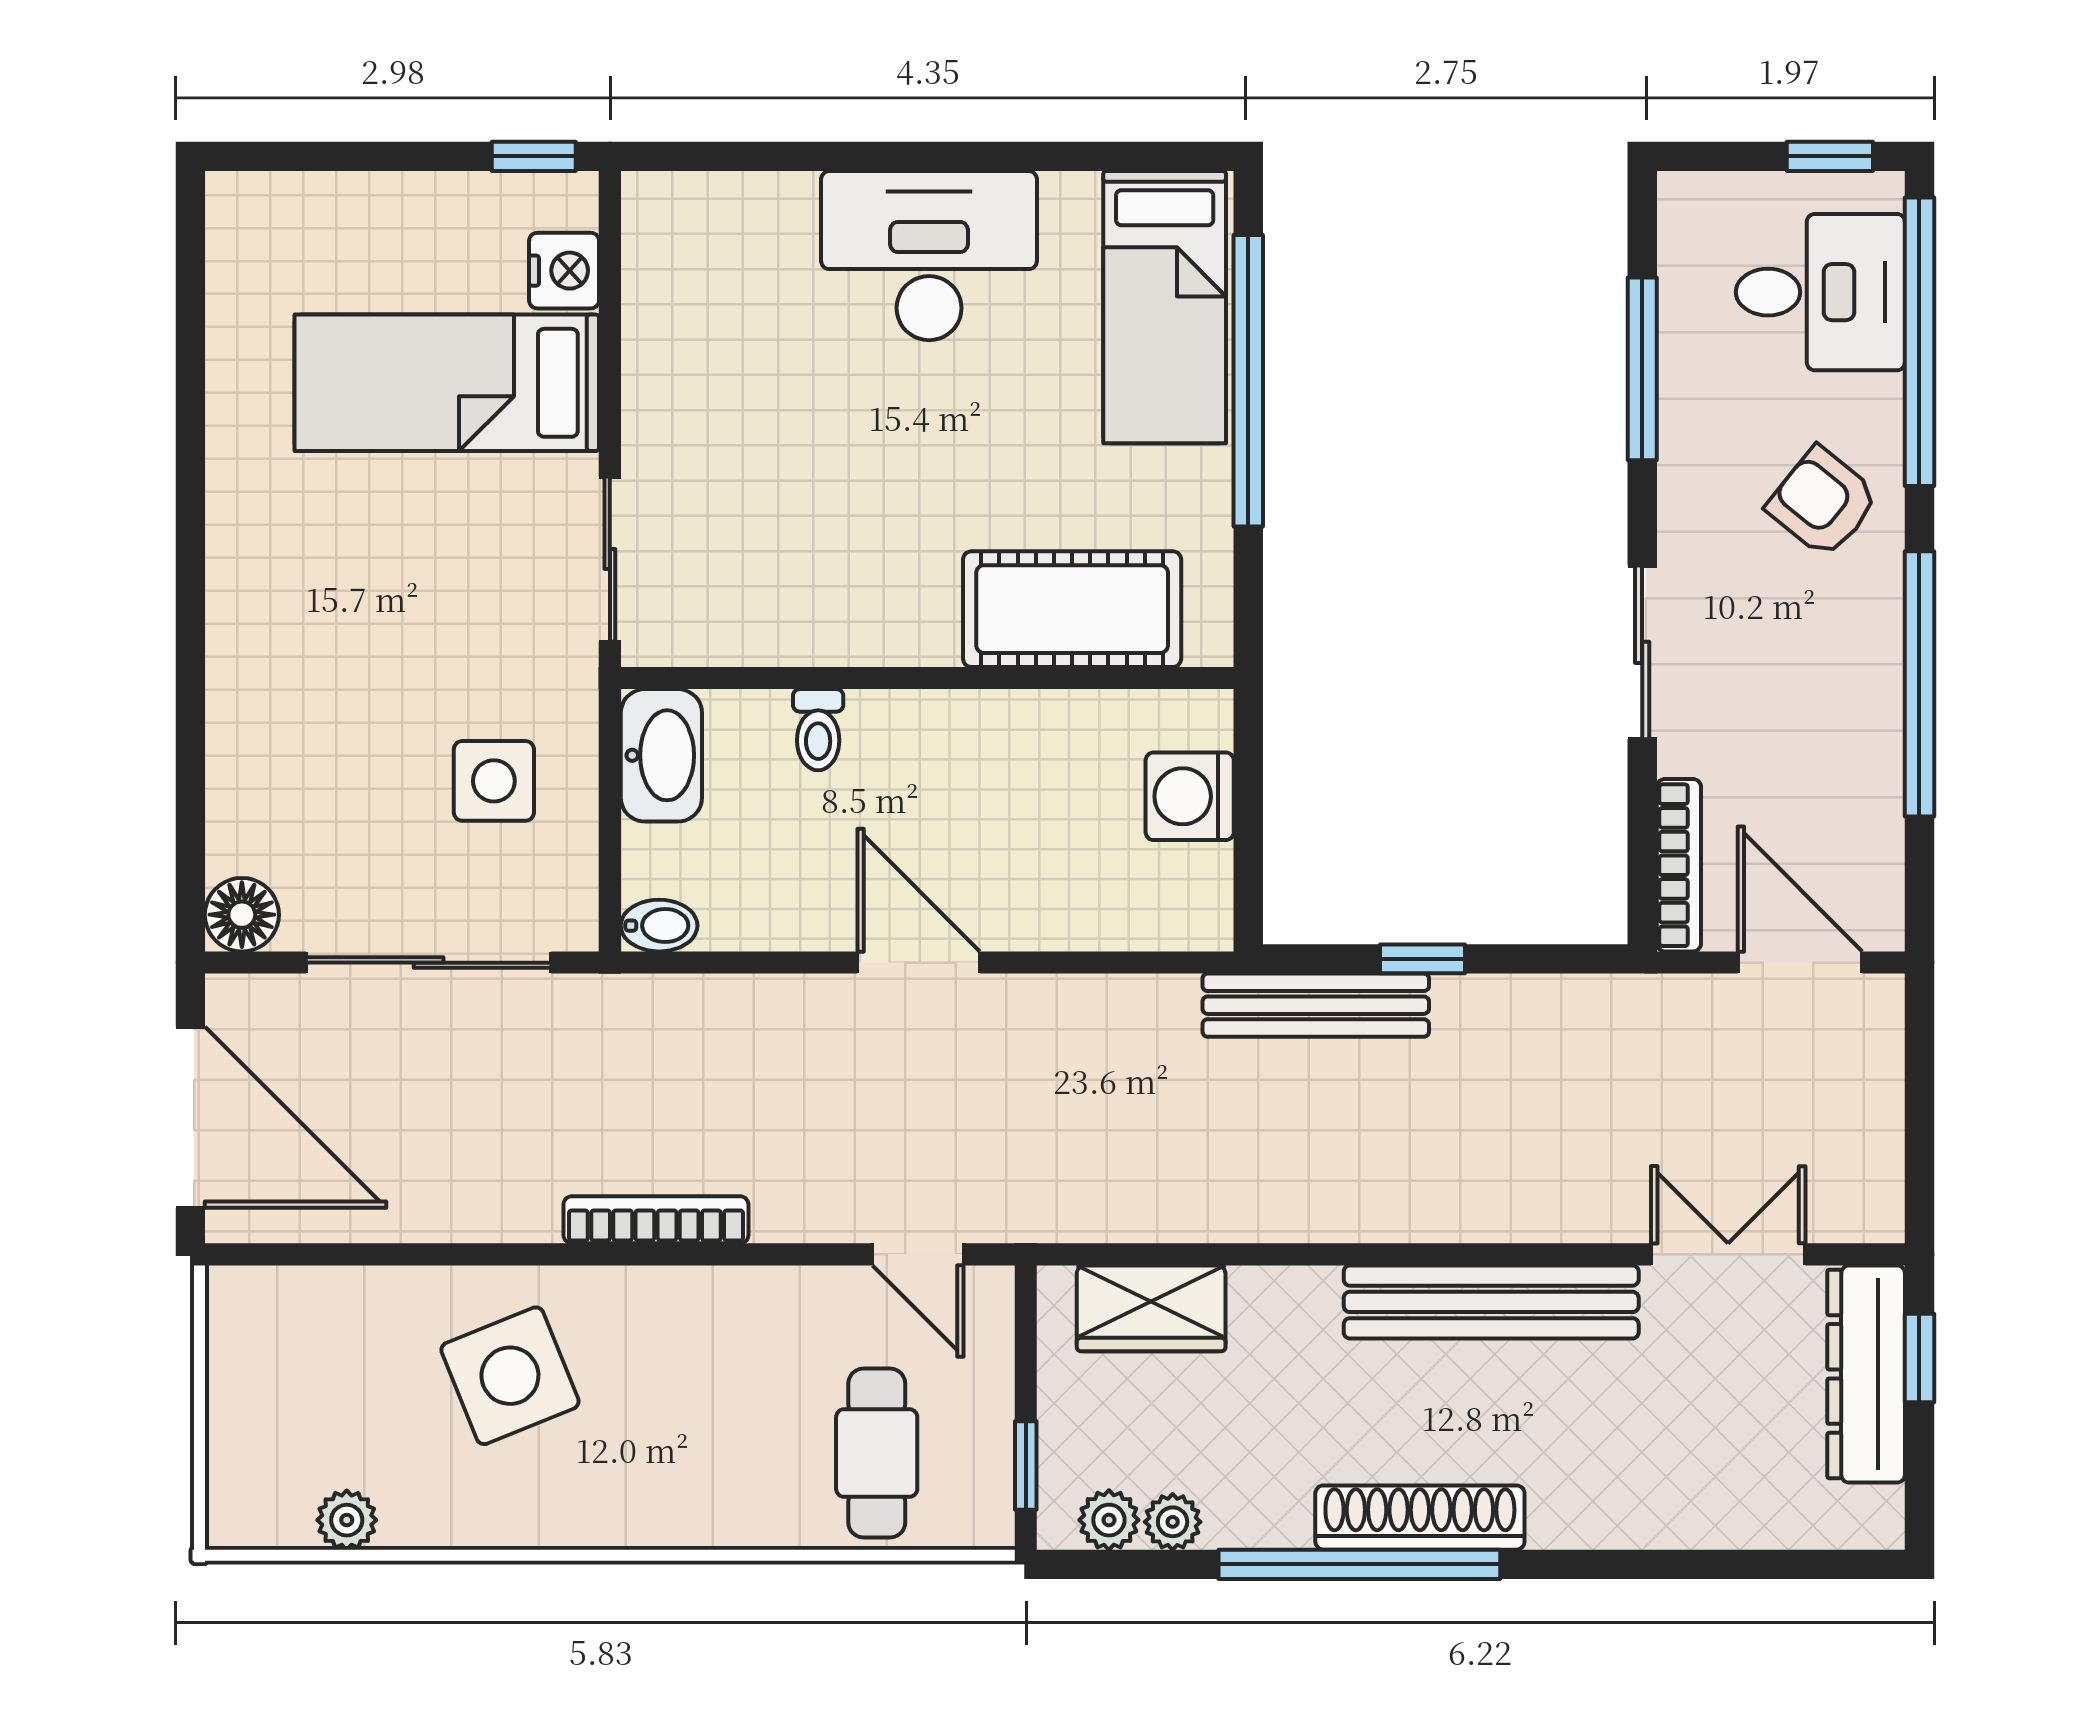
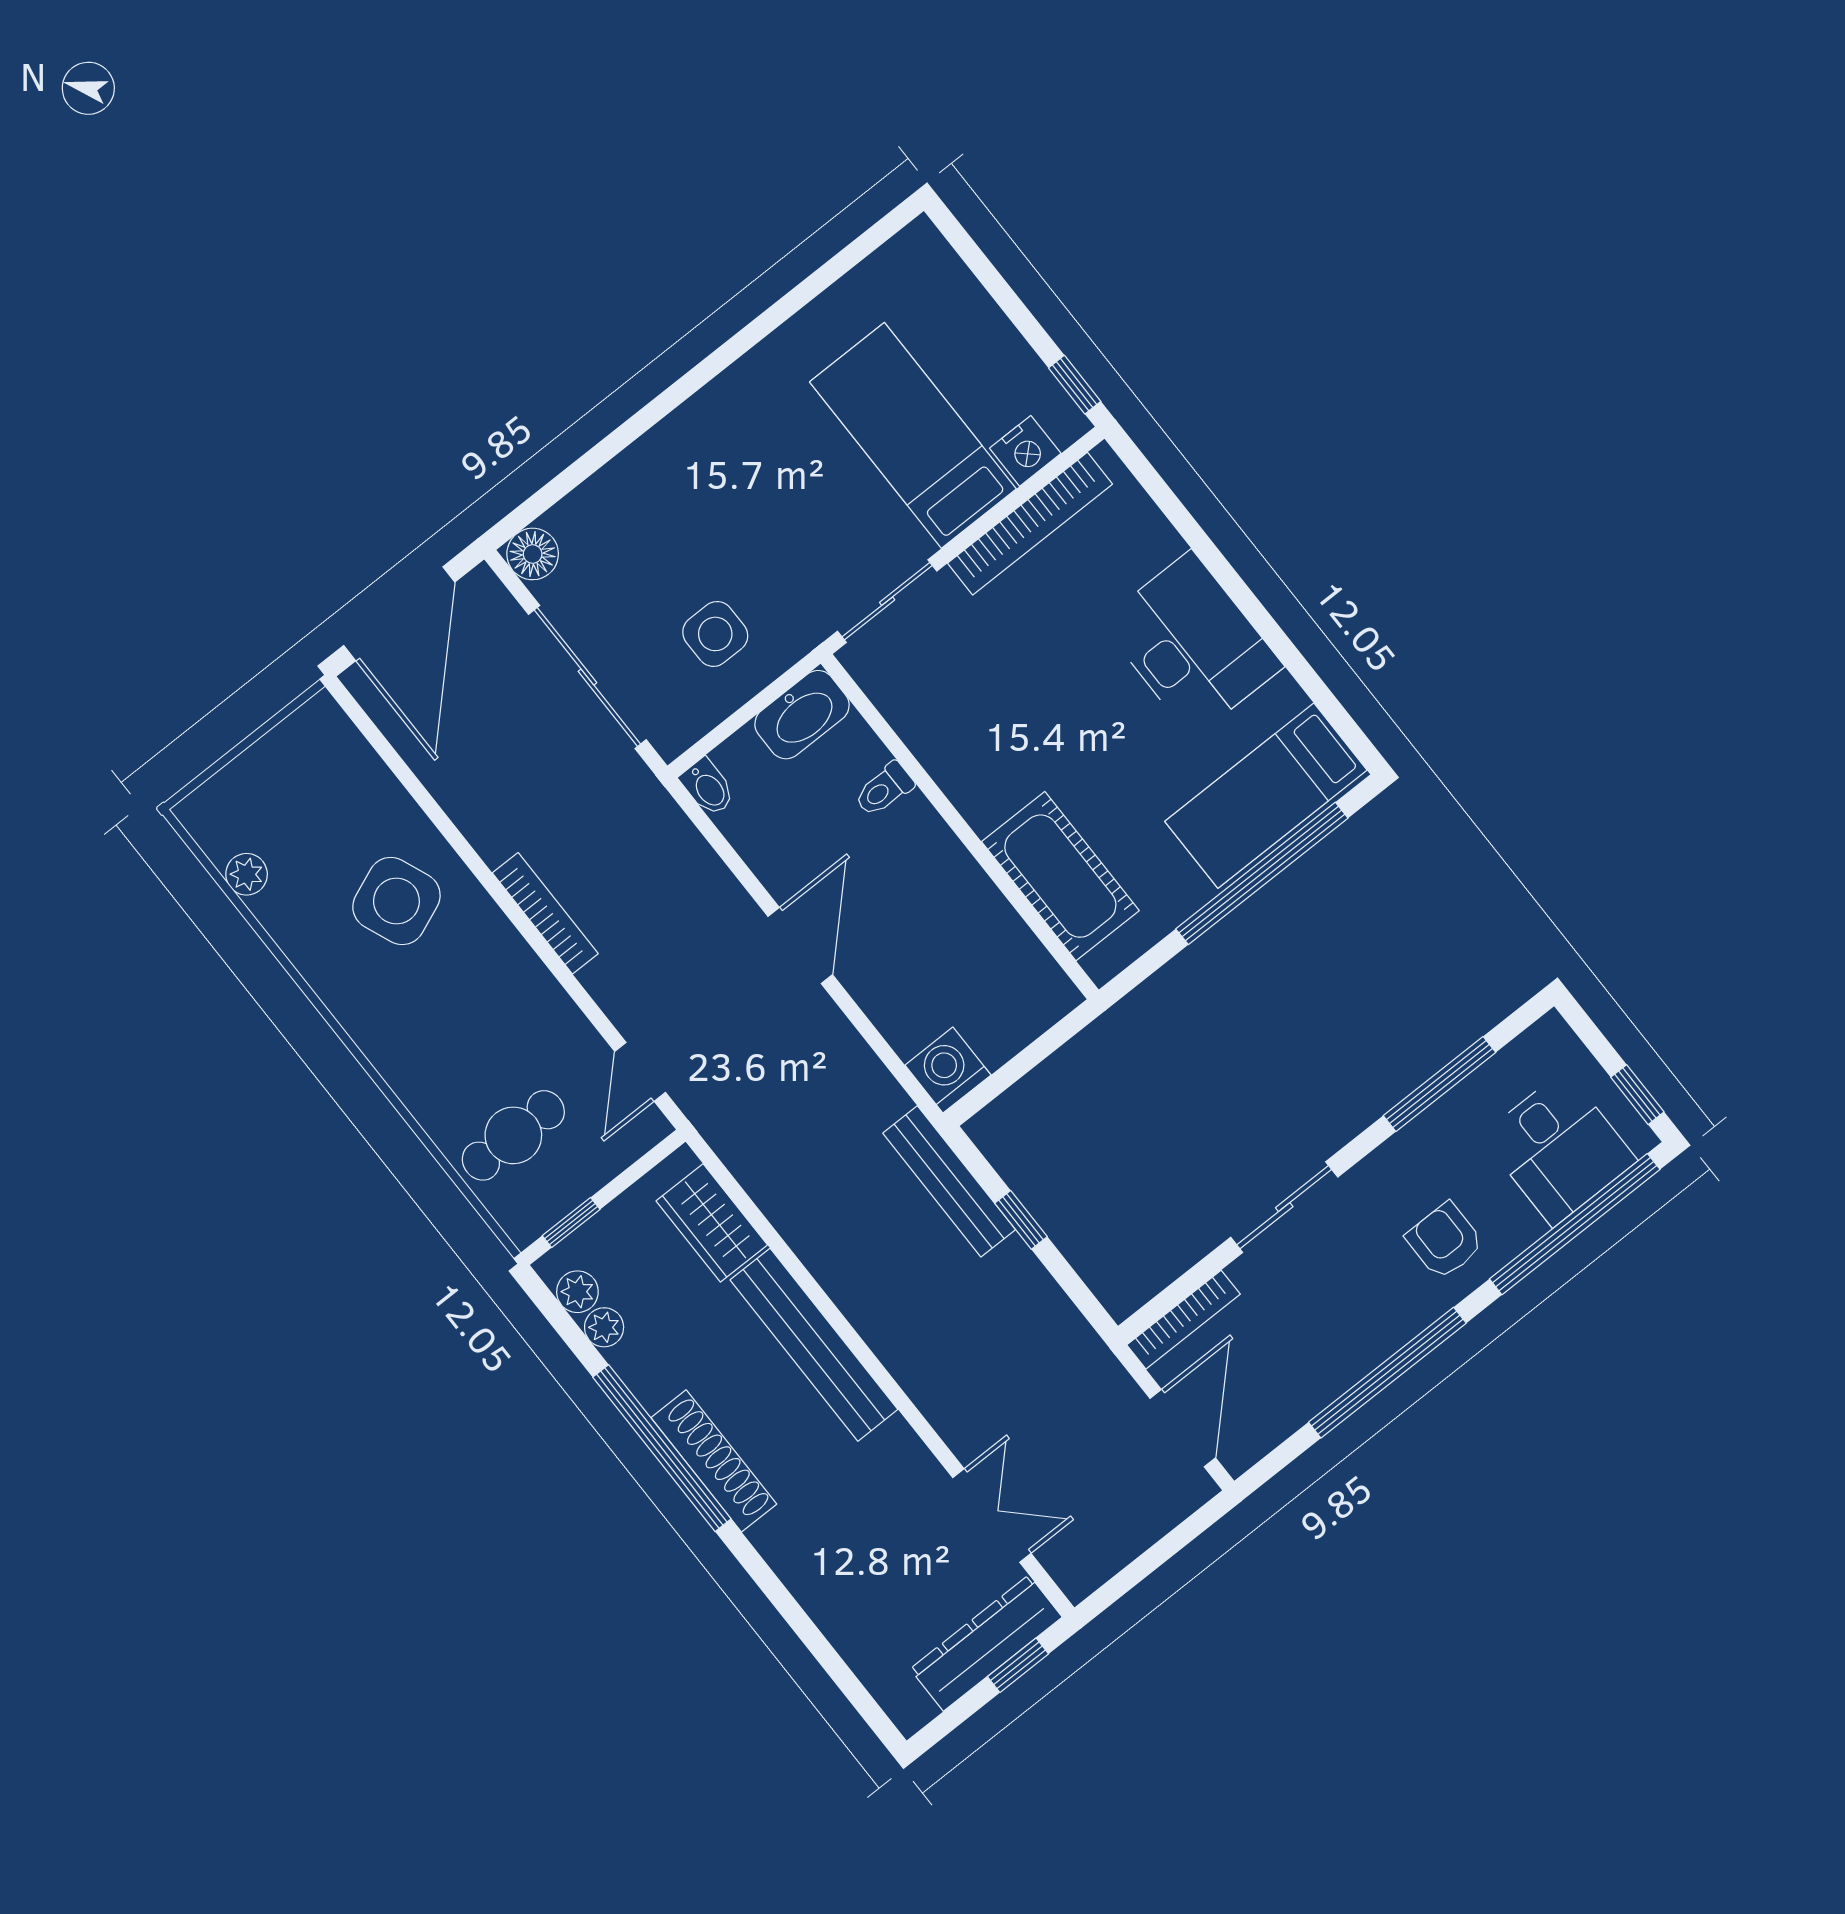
bookcase: (650, 330) -> (1030, 524), added
armchair: (1823, 502) -> (1445, 1241), turned -39
washing machine: (1190, 796) -> (948, 1070), moved
bench: (1491, 1302) -> (814, 1345), moved

